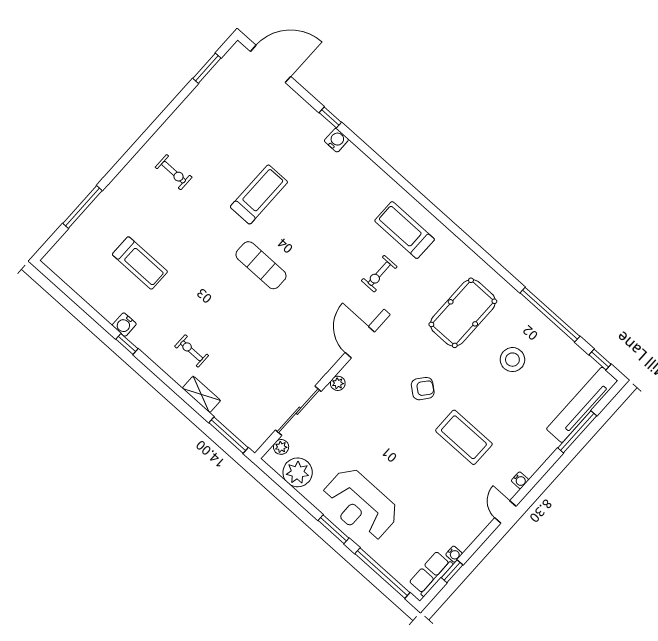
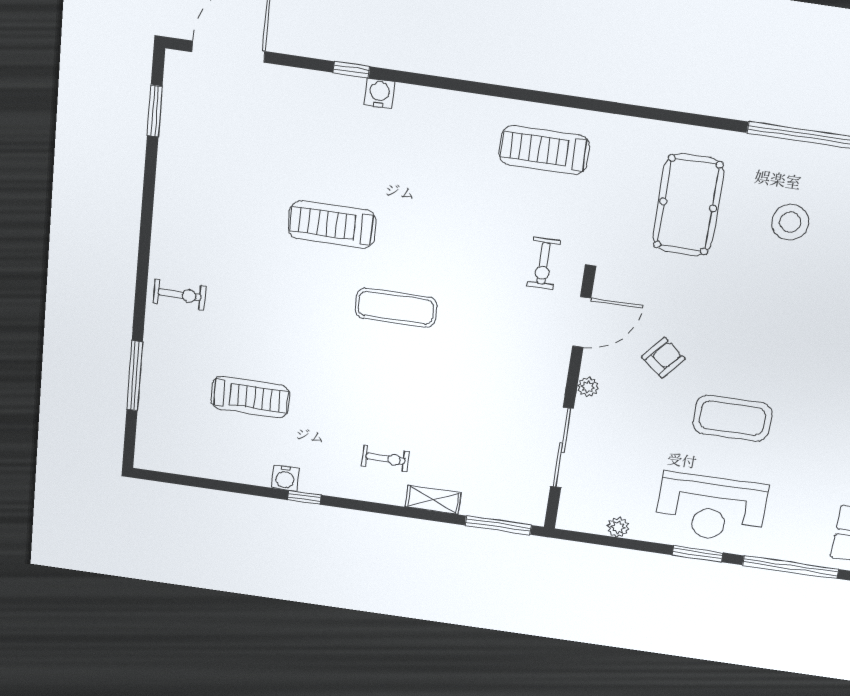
exercise bike: (174, 172) -> (180, 295), moved
treadmill: (259, 194) -> (332, 224), turned -90
exercise bike: (379, 274) -> (544, 263), moved
door: (360, 342) -> (582, 322), swing flipped
exercise bike: (192, 351) -> (386, 459), turned 180
armchair: (423, 389) -> (663, 358), moved
coffee table: (464, 437) -> (732, 418), moved
plant: (281, 447) -> (570, 501), removed
plant: (298, 472) -> (618, 527), width x0.53, depth x0.53

